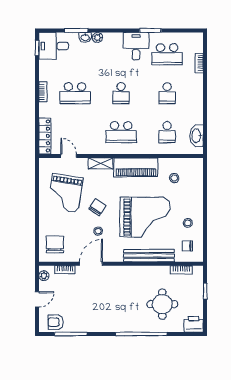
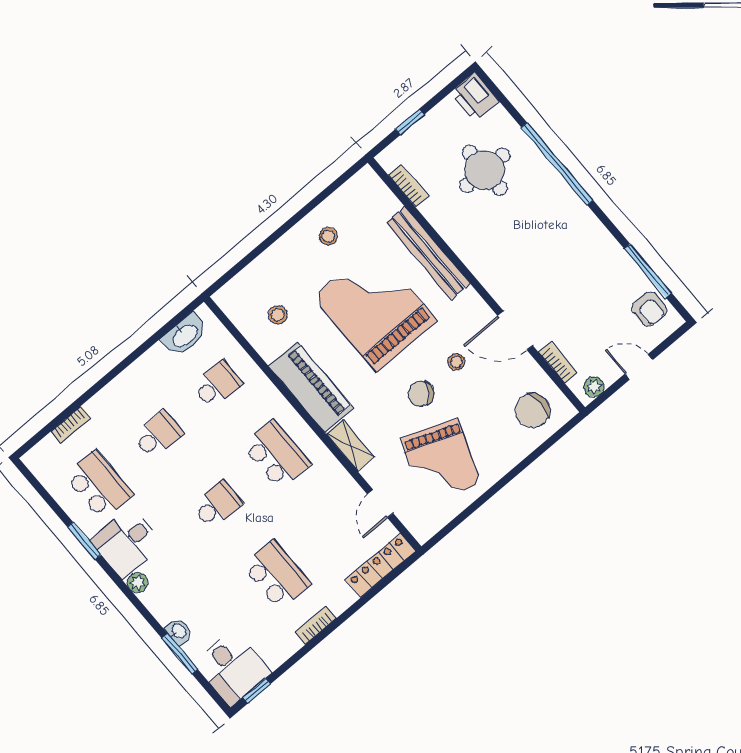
plant: (97, 37) -> (138, 583), moved
grand piano: (65, 193) -> (441, 461), turned 102
chair: (187, 246) -> (364, 207), removed

